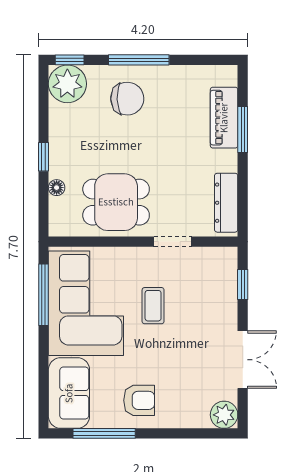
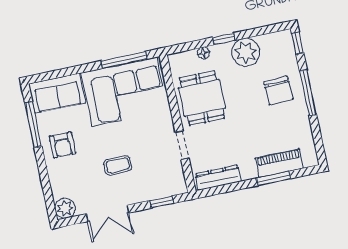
plant: (67, 84) -> (246, 52), moved
coffee table: (153, 306) -> (118, 165), moved

